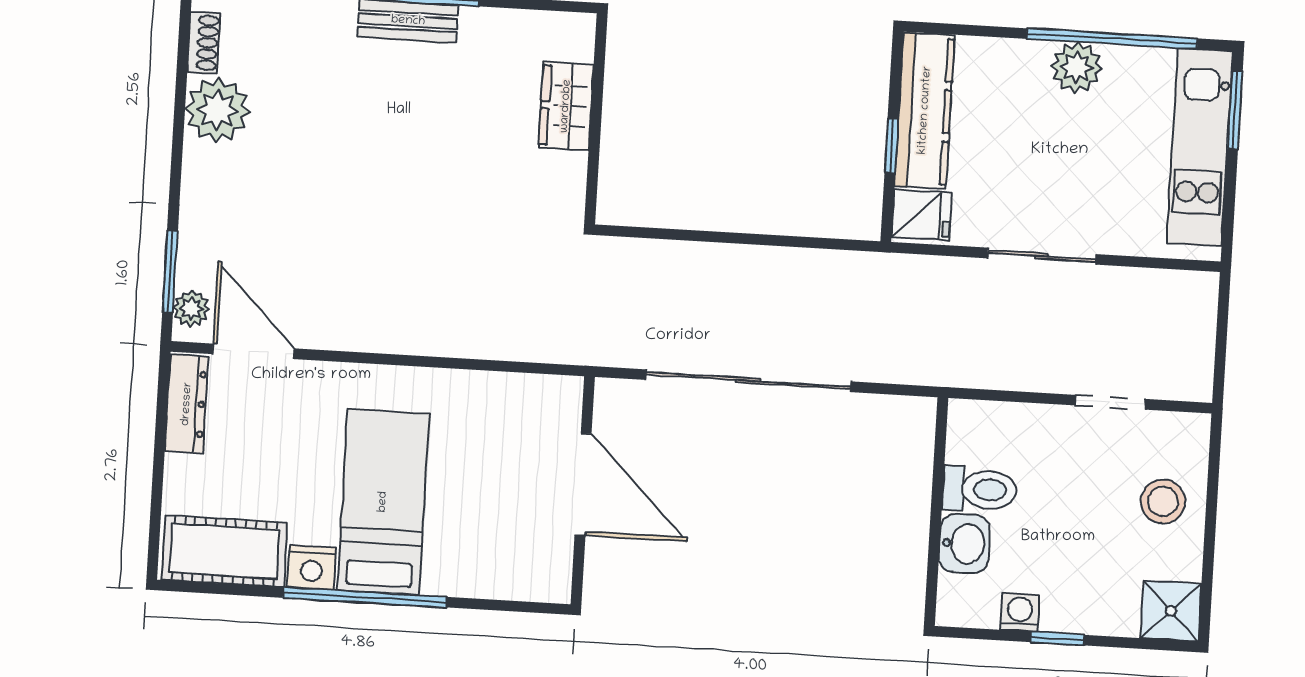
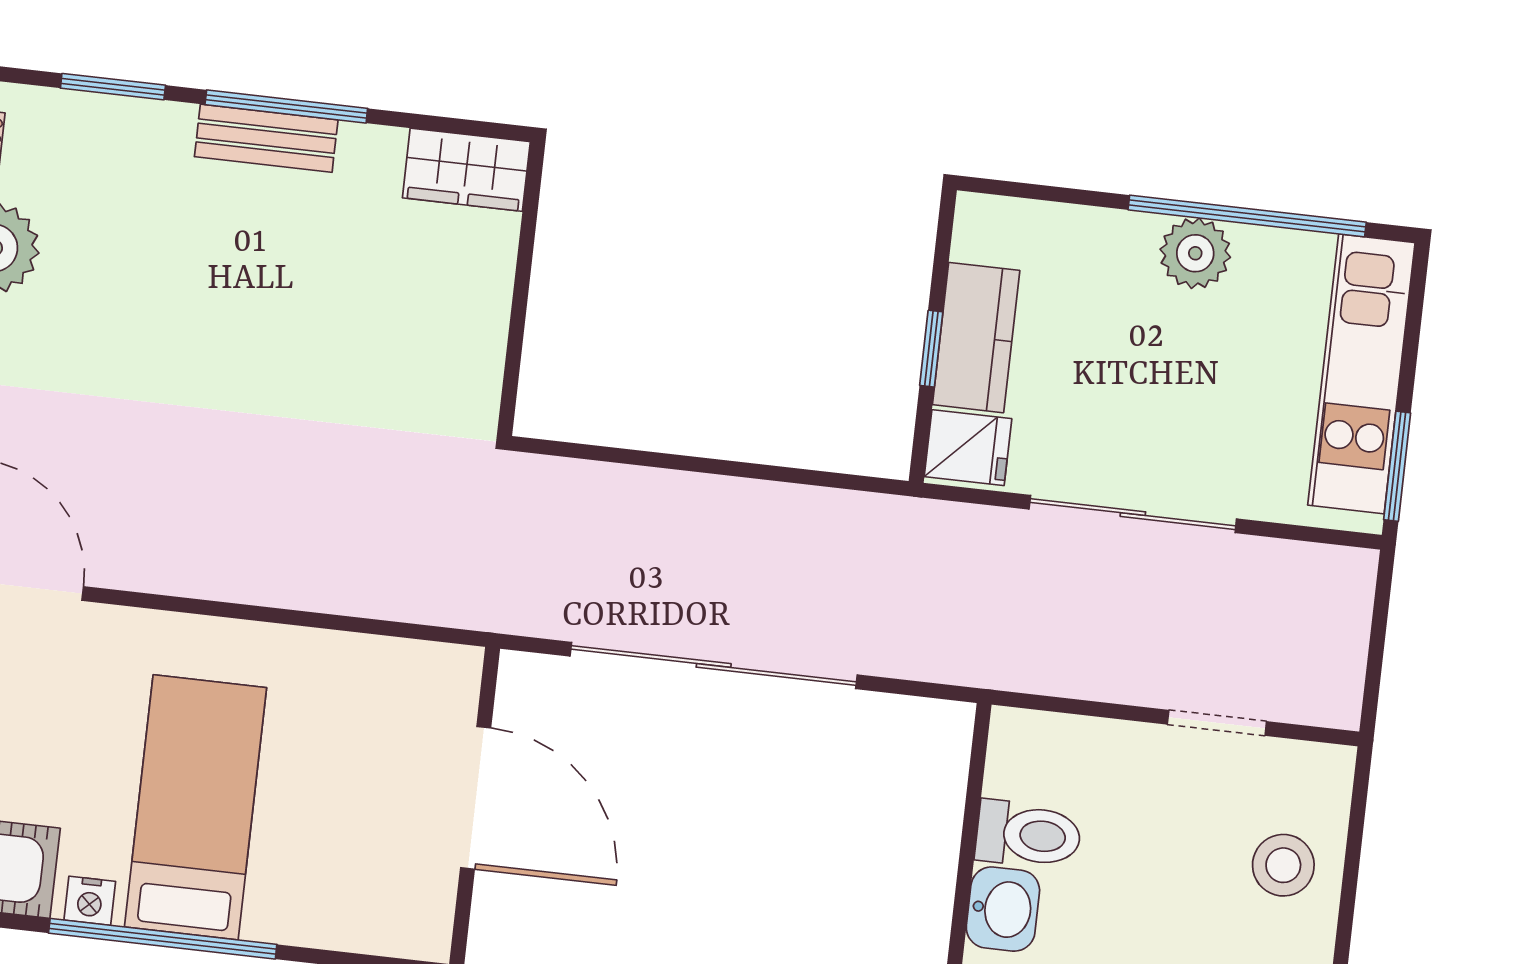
wardrobe: (566, 106) -> (466, 170), moved, turned -90
kitchen counter: (925, 110) -> (976, 338), width x0.67
window: (1235, 110) -> (1397, 466), moved
sliding door: (1042, 256) -> (1133, 514), width x1.37
nightstand: (312, 567) -> (90, 901), width x0.72, depth x0.74

